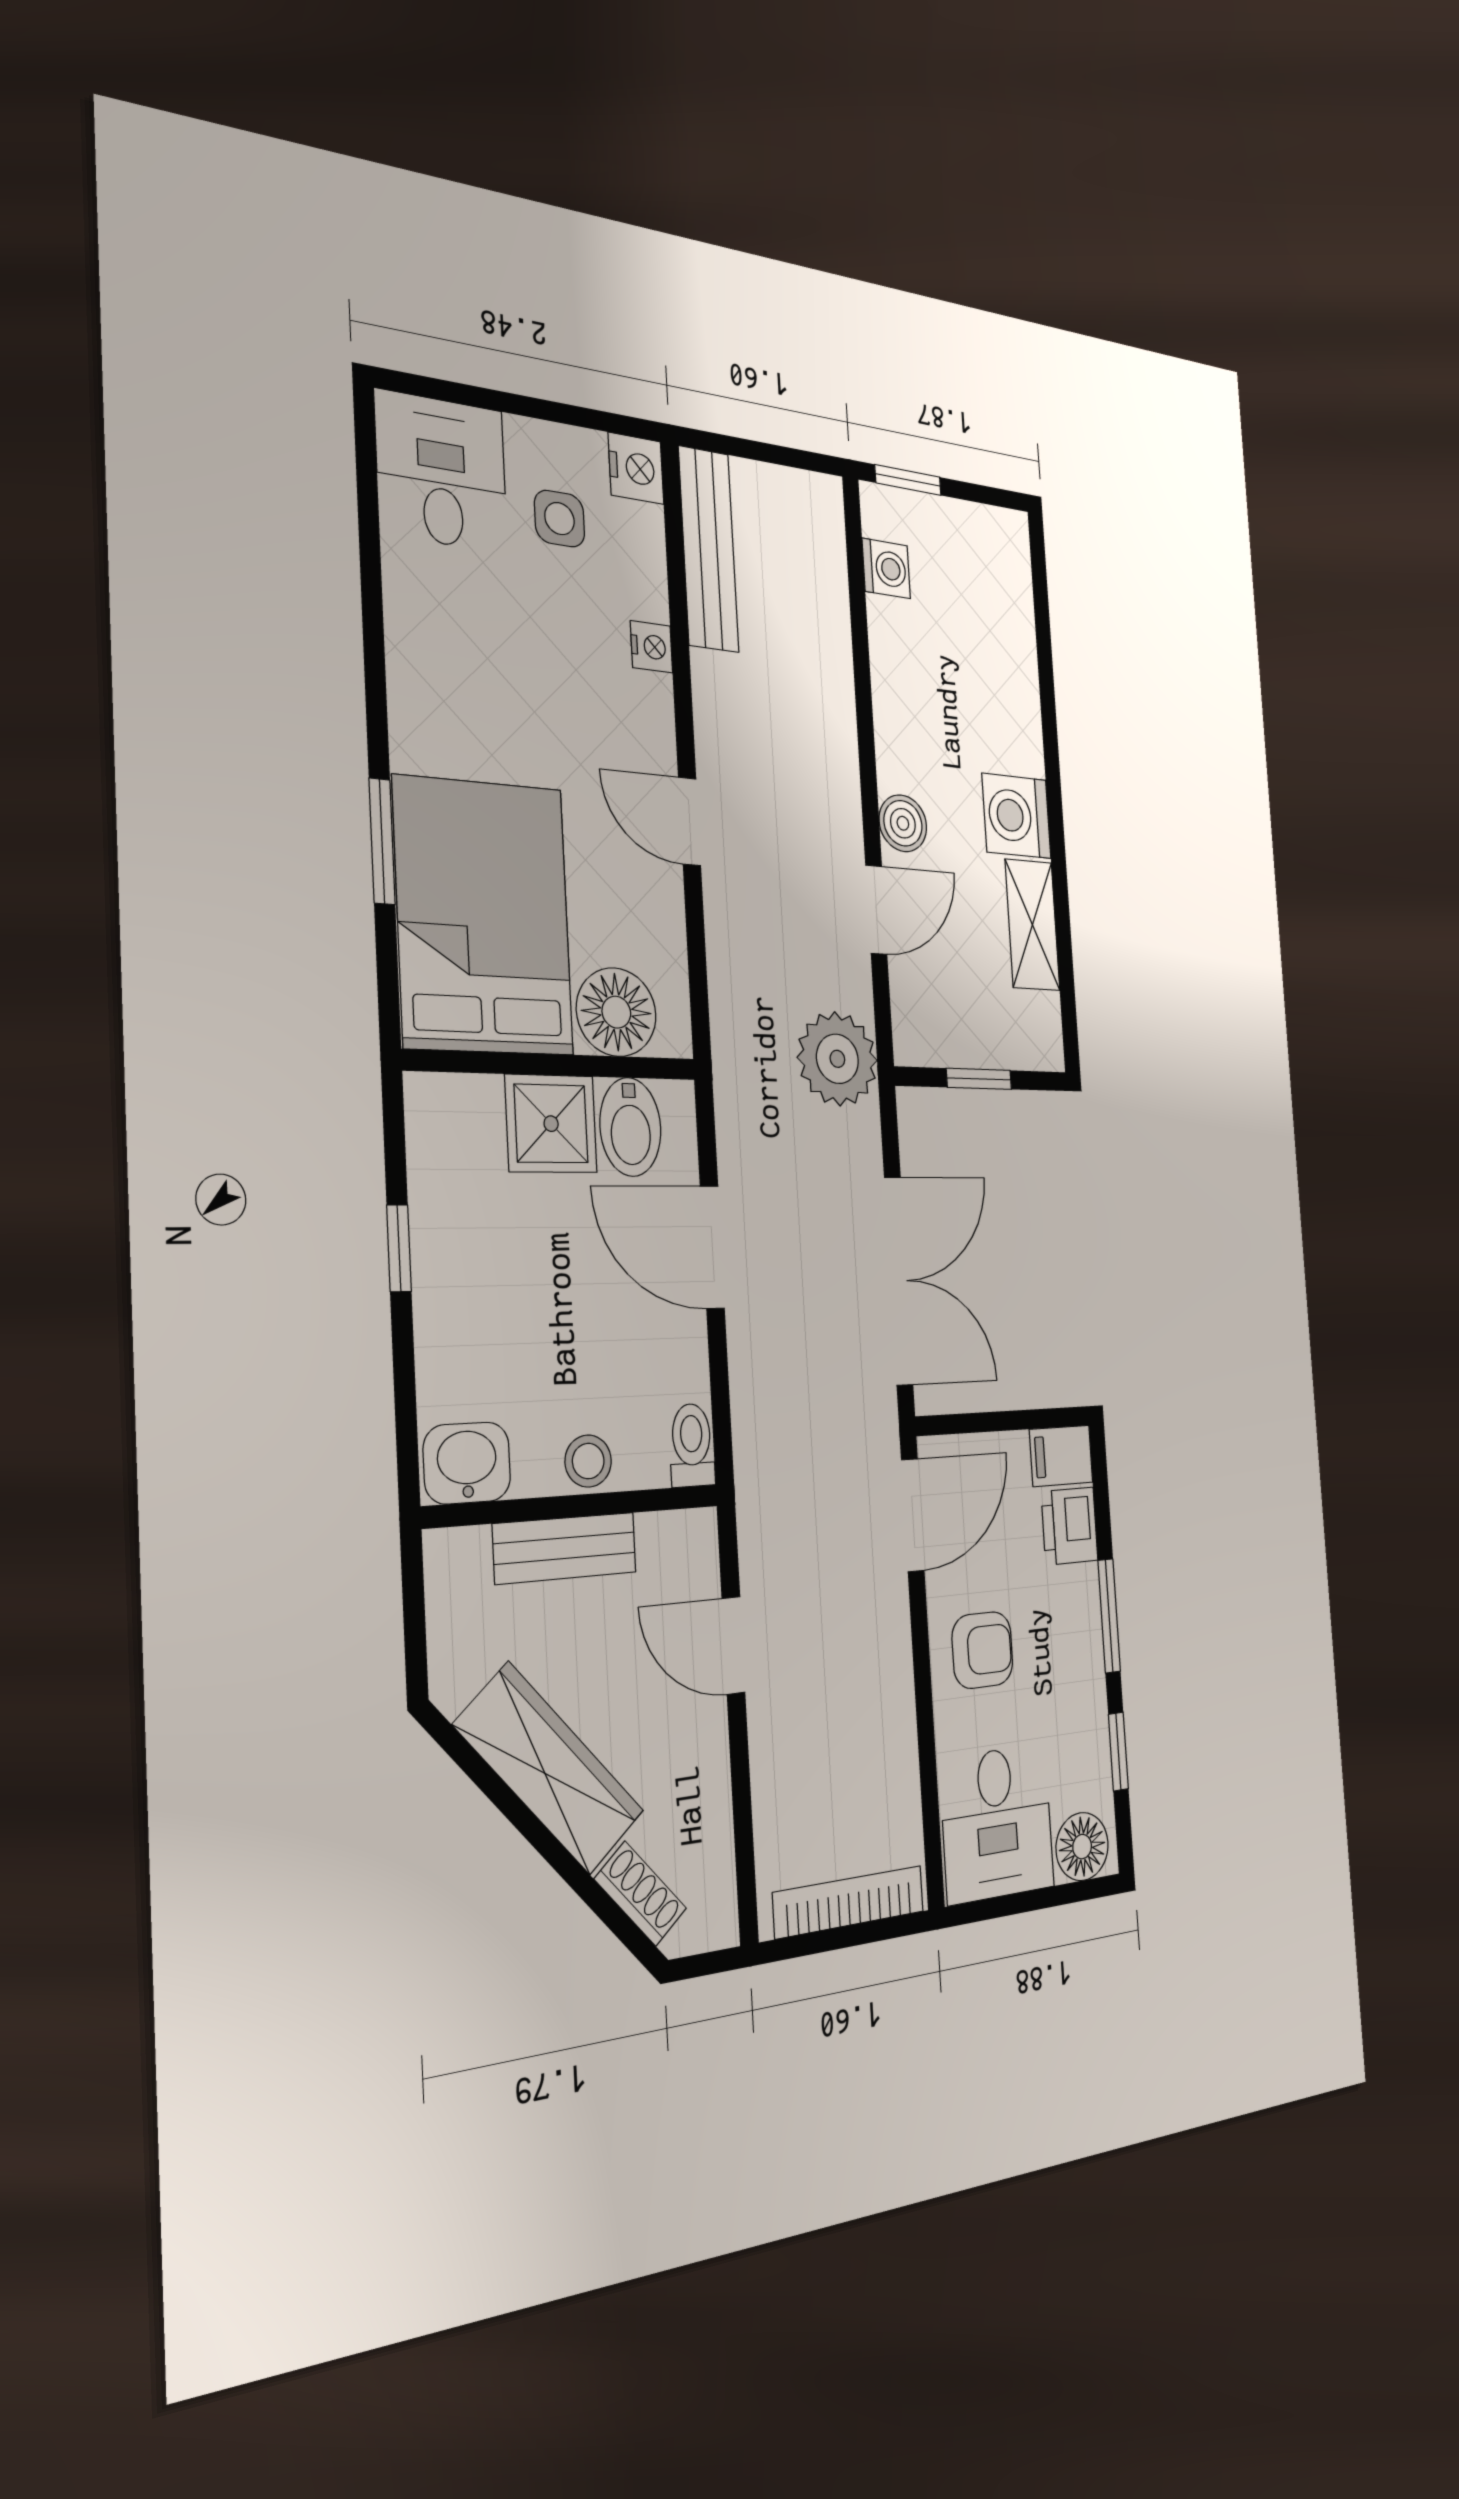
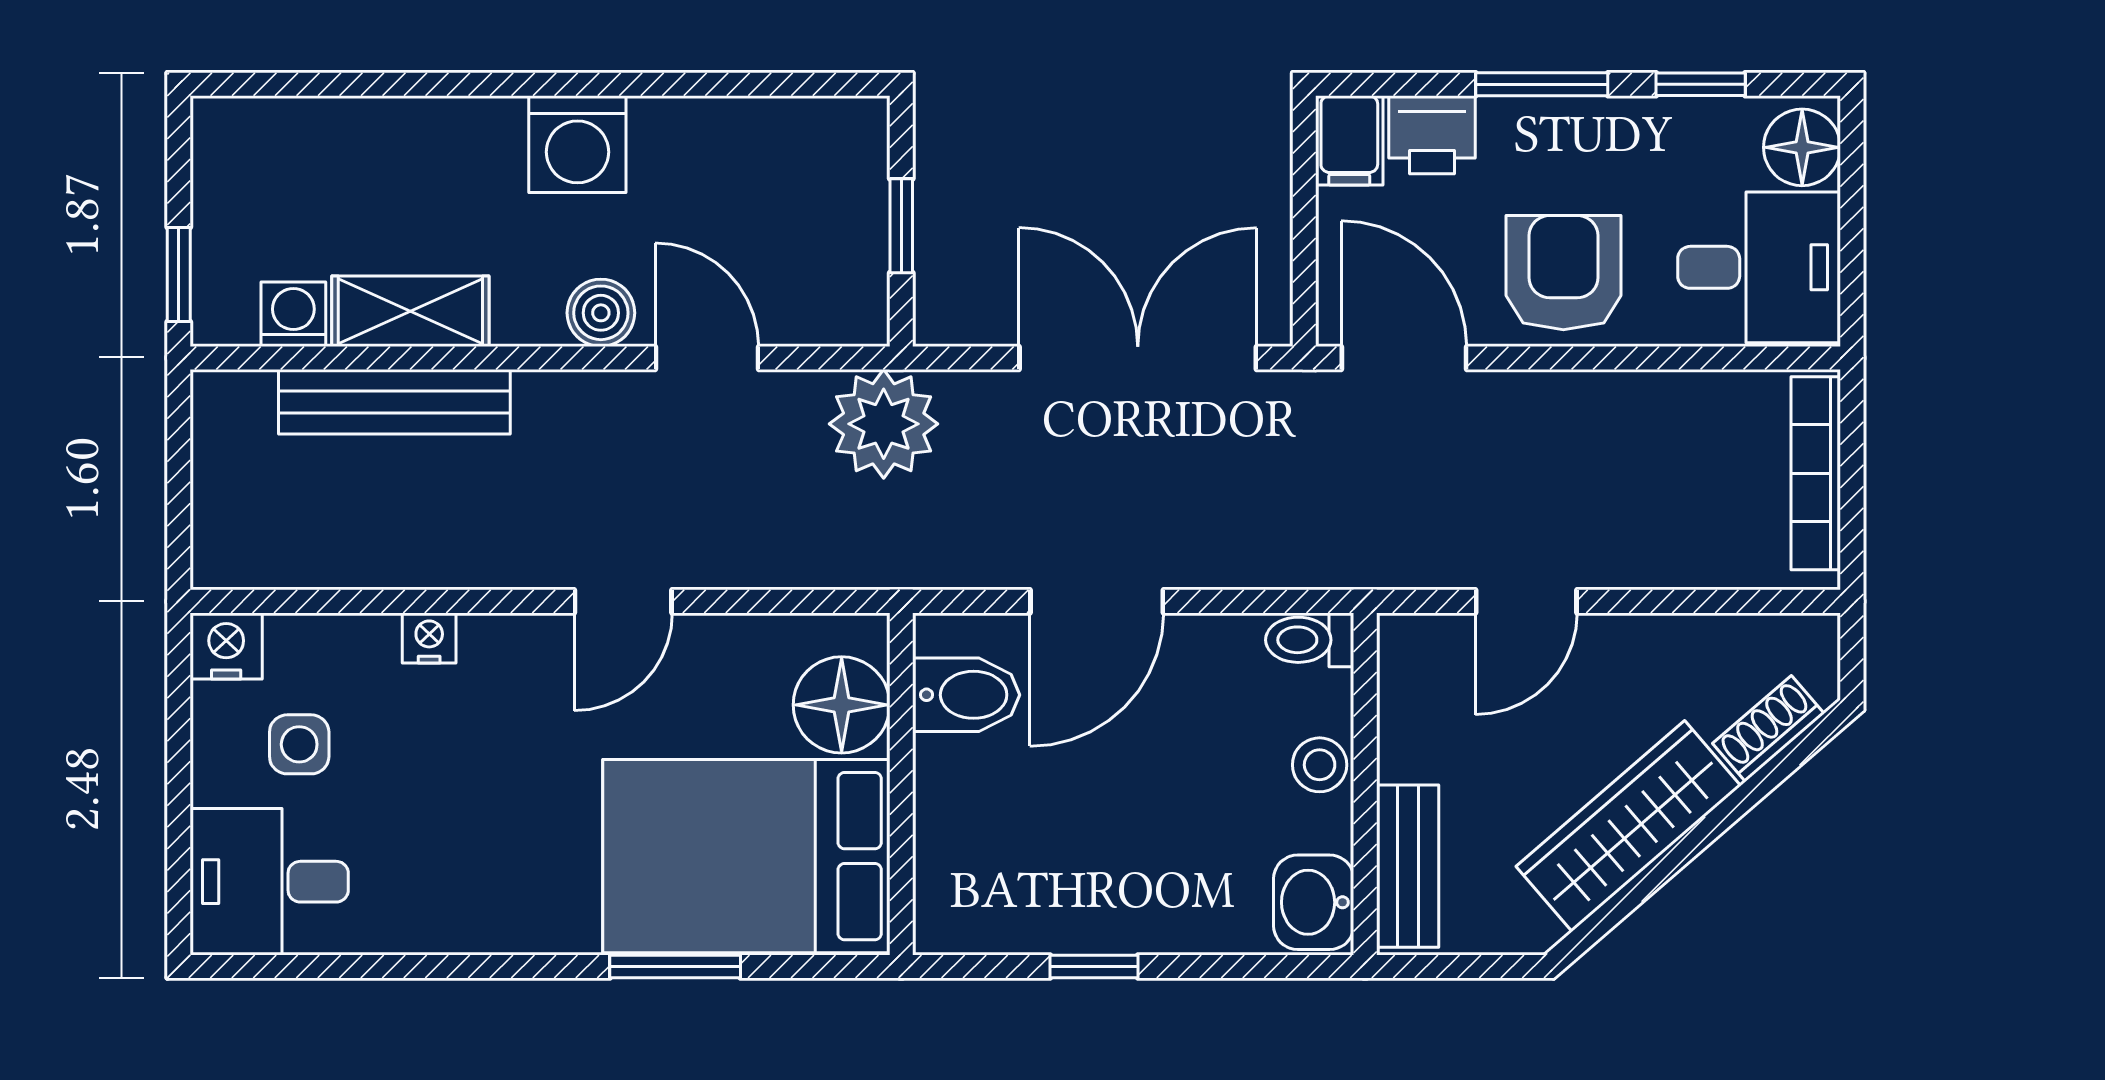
bench: (709, 549) -> (394, 402), moved
shelving: (1032, 925) -> (410, 311), moved
shower: (551, 1124) -> (964, 789), removed
bench: (565, 1548) -> (1408, 866), moved
armchair: (982, 1650) -> (1563, 273), width x1.38, depth x1.38

